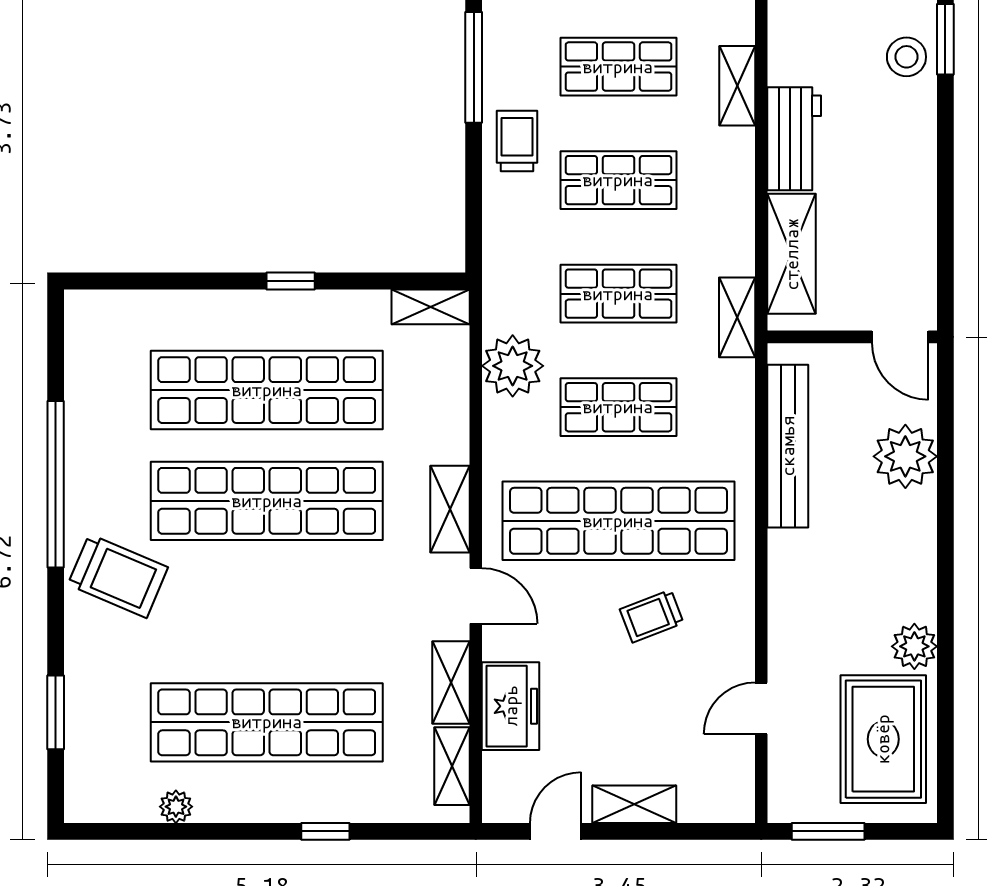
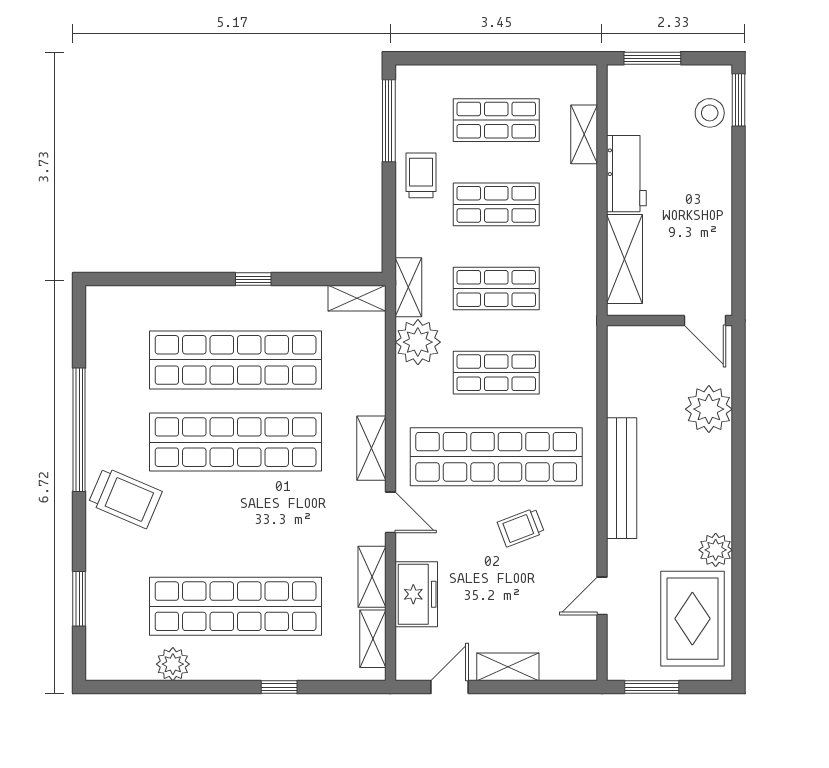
shelving: (737, 317) -> (408, 287), moved
bench: (788, 446) -> (622, 478), moved
plant: (176, 807) -> (173, 664), width x1.38, depth x1.38

